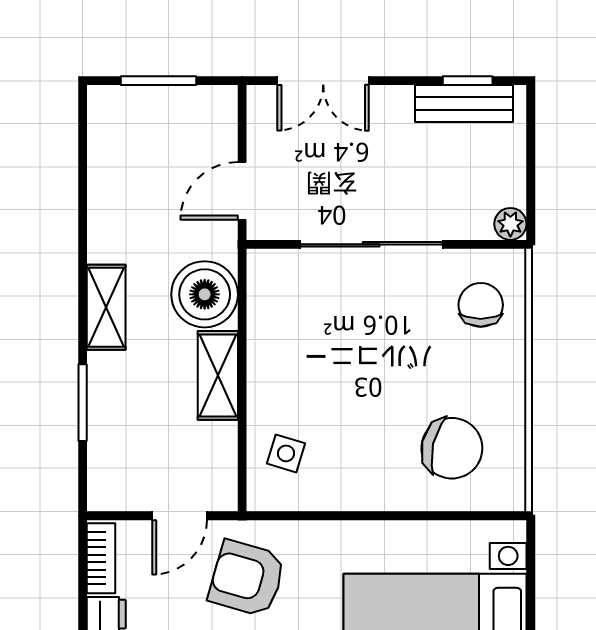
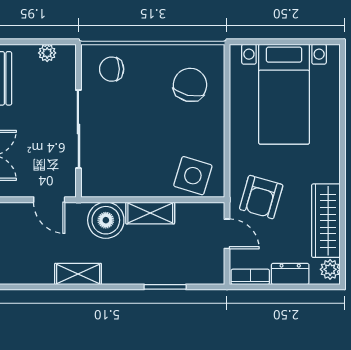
plant: (510, 224) -> (47, 53), moved
shelving: (106, 307) -> (78, 274), moved
side table: (286, 453) -> (193, 176), width x1.87, depth x1.87

